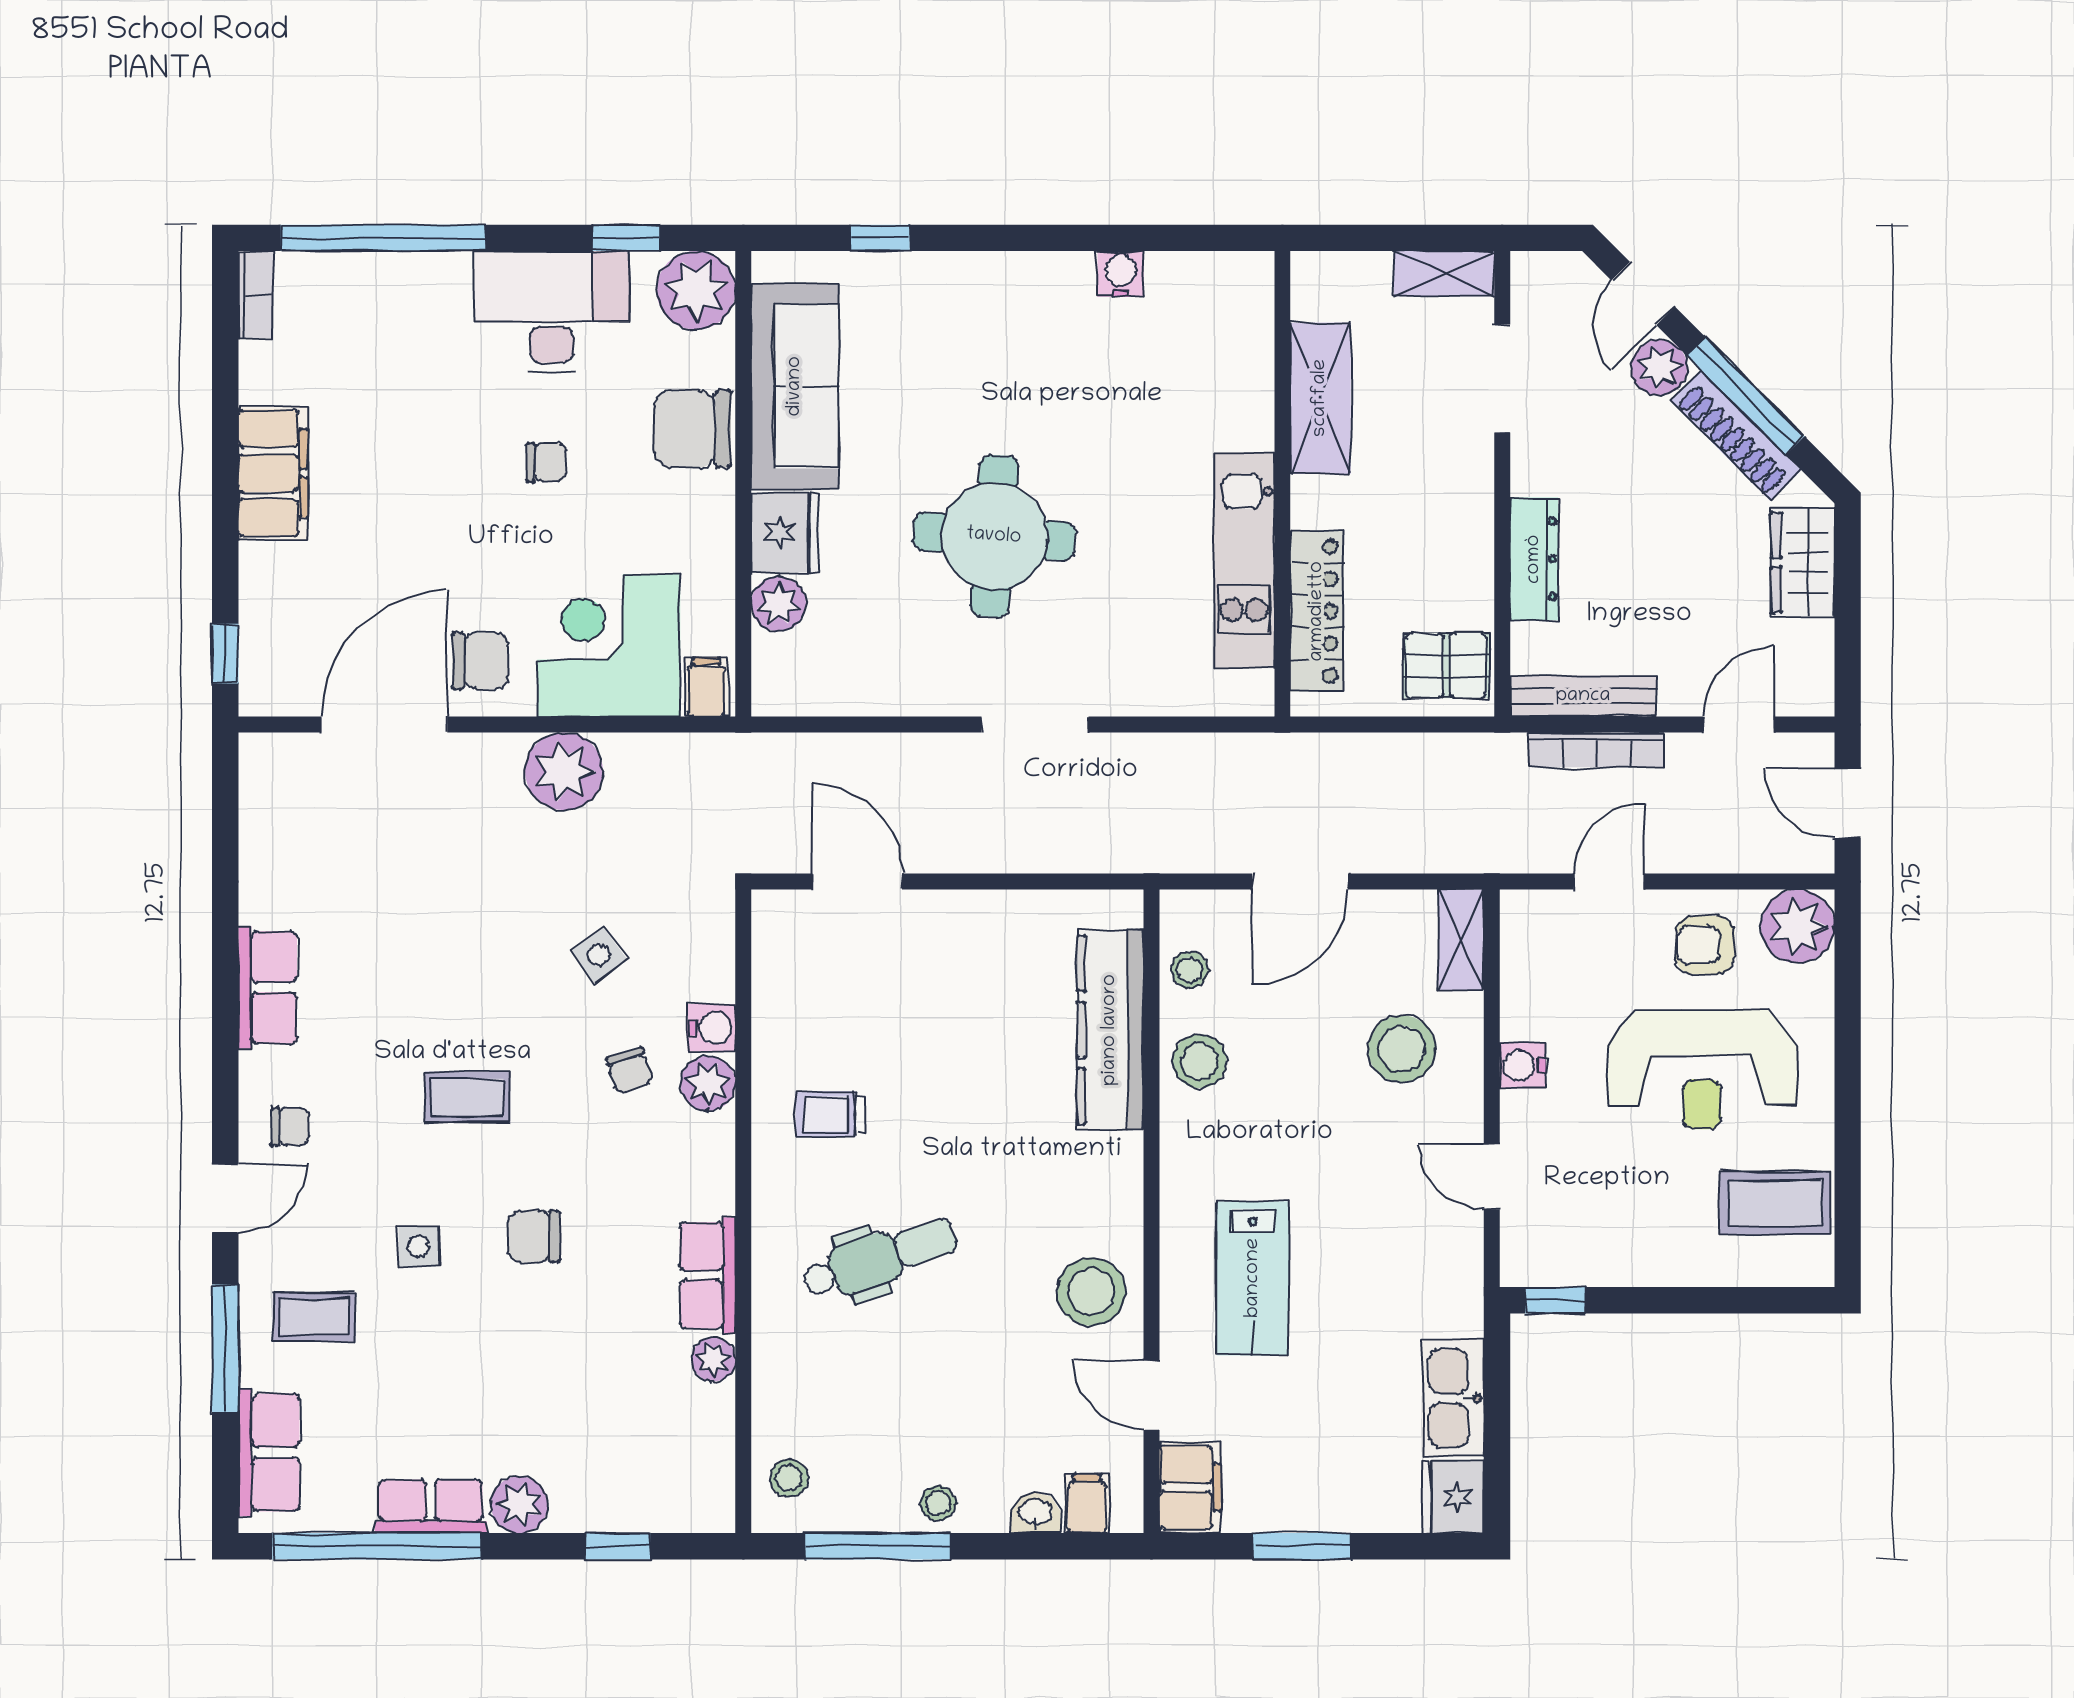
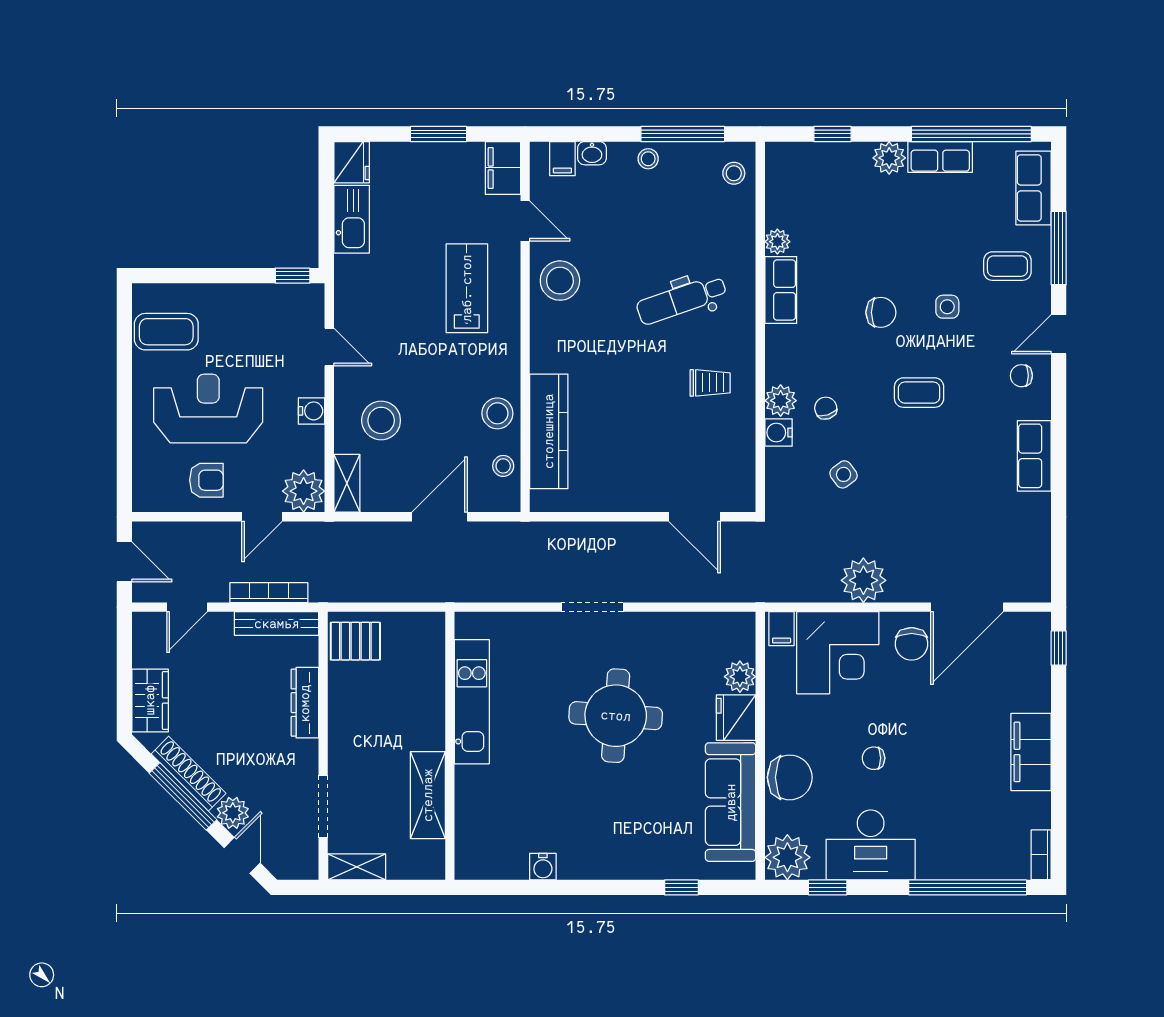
locker: (1317, 611) -> (430, 673), removed
chair: (481, 661) -> (912, 644), turned -90
plant: (1798, 926) -> (304, 491), moved

